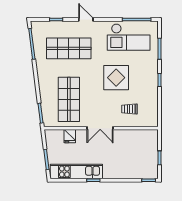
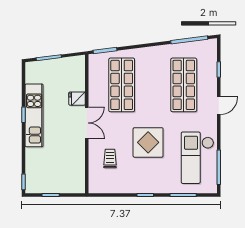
shop shelf: (69, 99) -> (122, 85), turned 90
double door: (100, 128) -> (87, 123), swing flipped
fridge: (70, 136) -> (77, 99), moved
kitchen unit: (76, 172) -> (34, 115), moved

